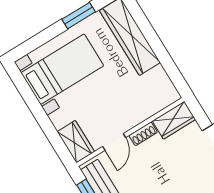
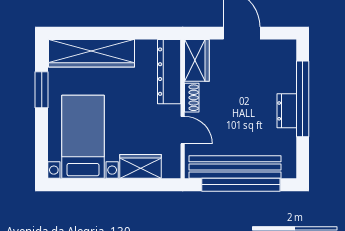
dresser: (152, 104) -> (169, 72), added
wardrobe: (76, 142) -> (141, 166), moved

